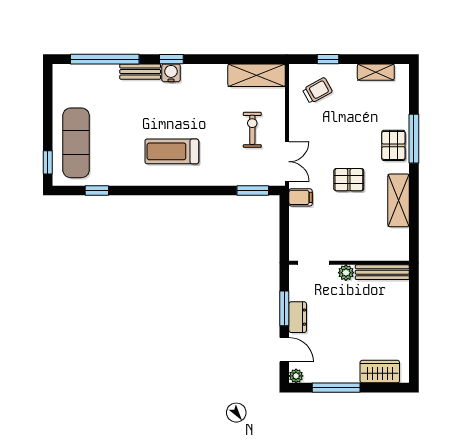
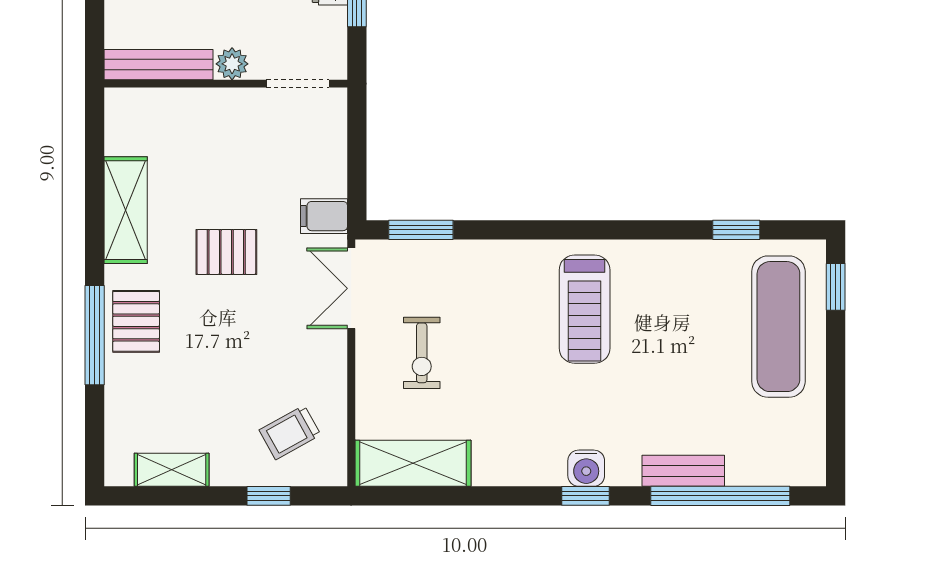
bench: (140, 72) -> (683, 471), moved
treadmill: (172, 151) -> (585, 309), turned 90

